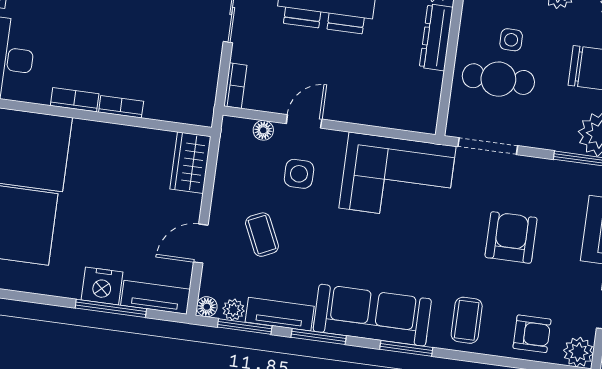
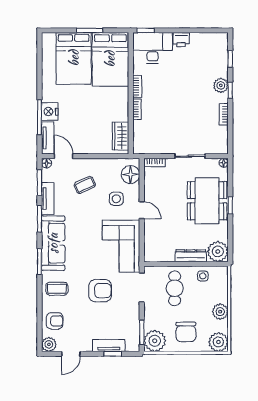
side table: (511, 40) -> (203, 276), moved
door: (304, 121) -> (142, 210), moved
floor lamp: (263, 130) -> (131, 175), width x1.89, depth x1.89
wardrobe: (190, 163) -> (120, 136), moved, turned -90
armchair: (511, 237) -> (100, 291), moved
door: (201, 244) -> (64, 156), moved
plant: (234, 310) -> (47, 176), removed
armchair: (532, 334) -> (55, 321), turned -90

